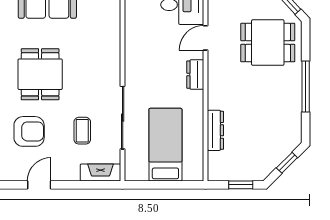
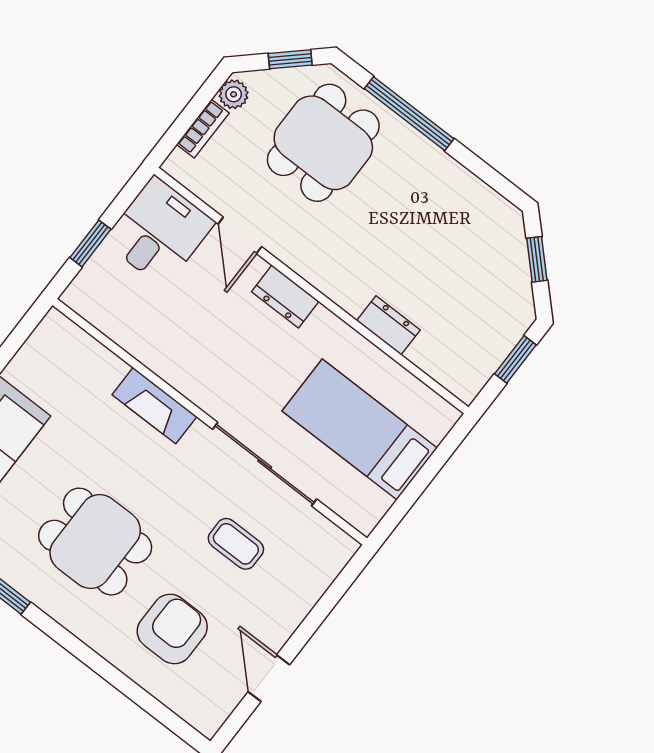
window: (306, 87) -> (409, 114), moved
dresser: (215, 130) -> (388, 325), width x0.70
fireplace: (100, 172) -> (154, 406), moved, turned -90

